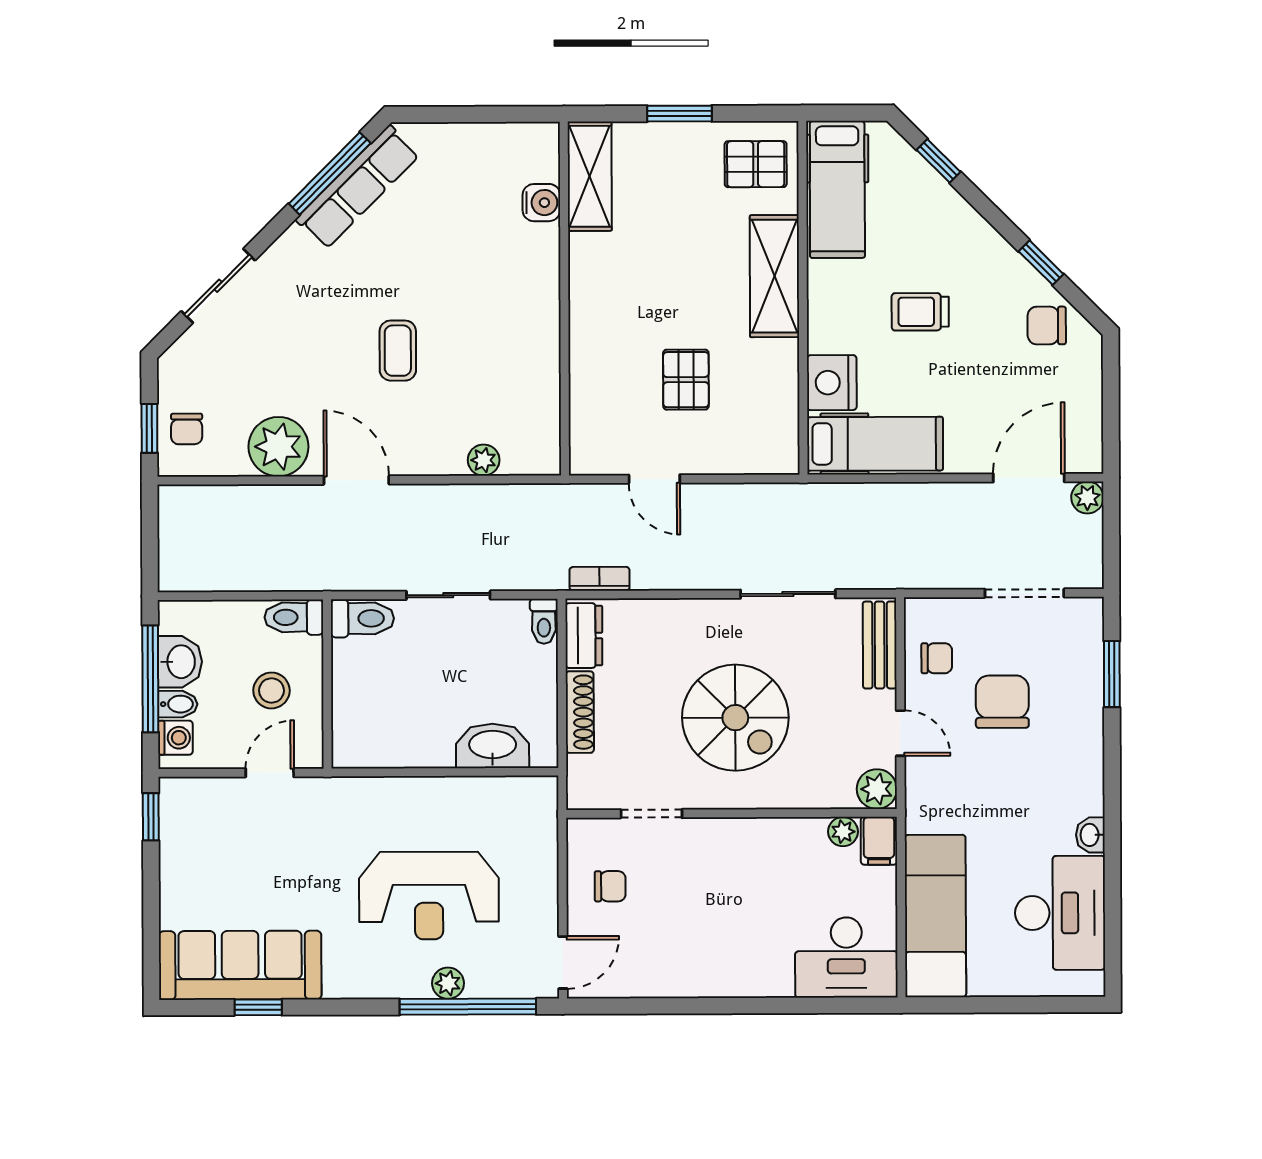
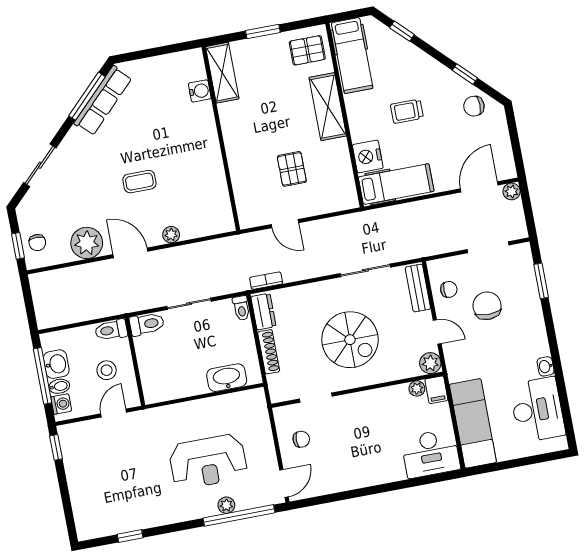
coffee table: (398, 351) -> (139, 182), turned 90
plant: (484, 460) -> (171, 235), moved
sofa: (240, 965) -> (117, 516), removed

